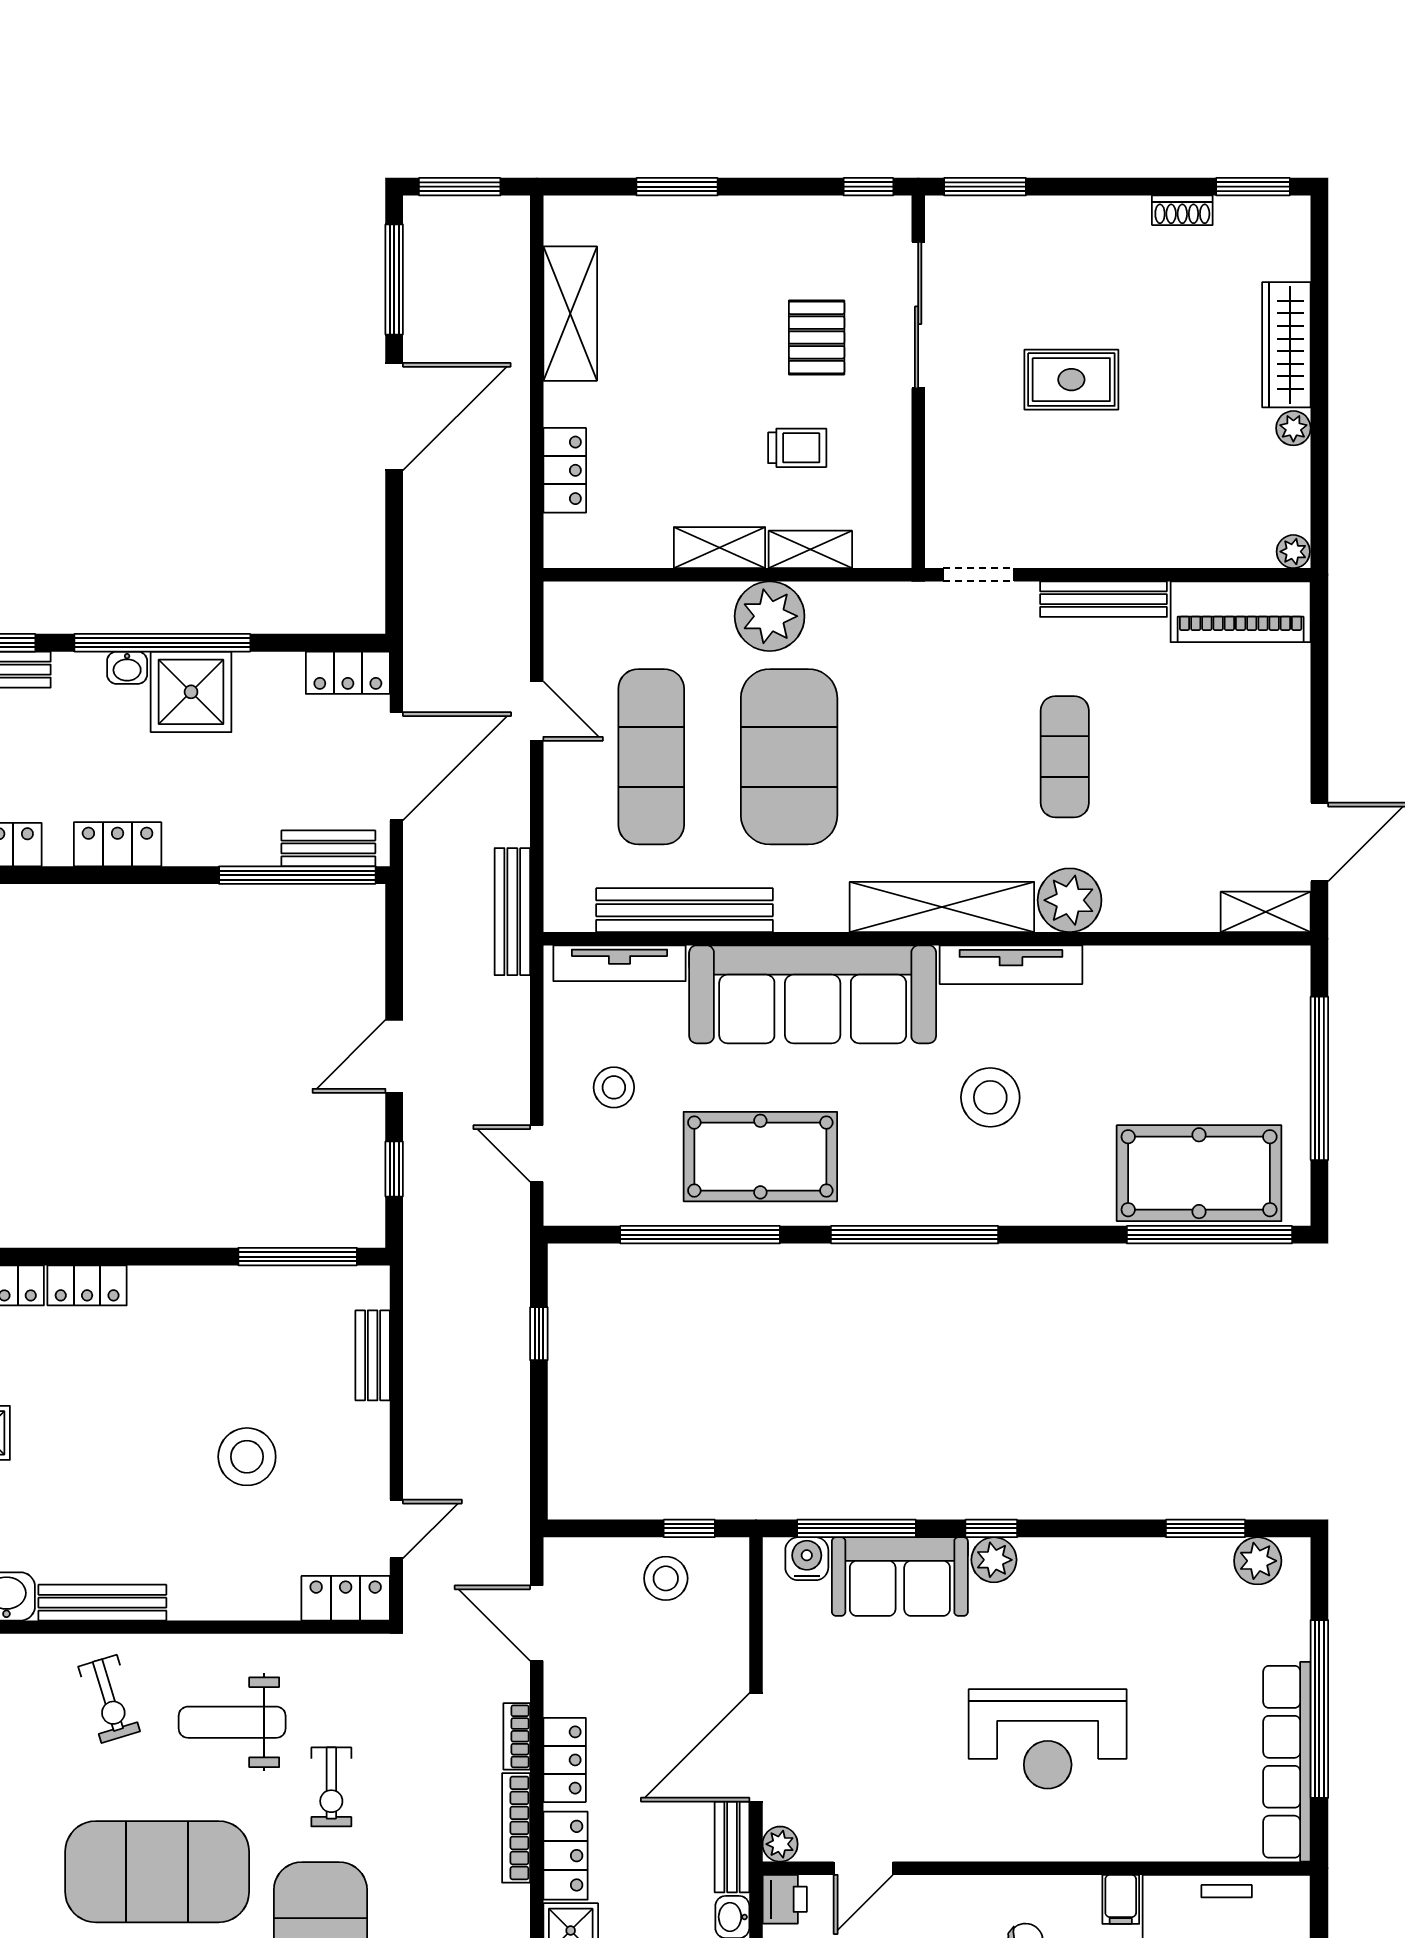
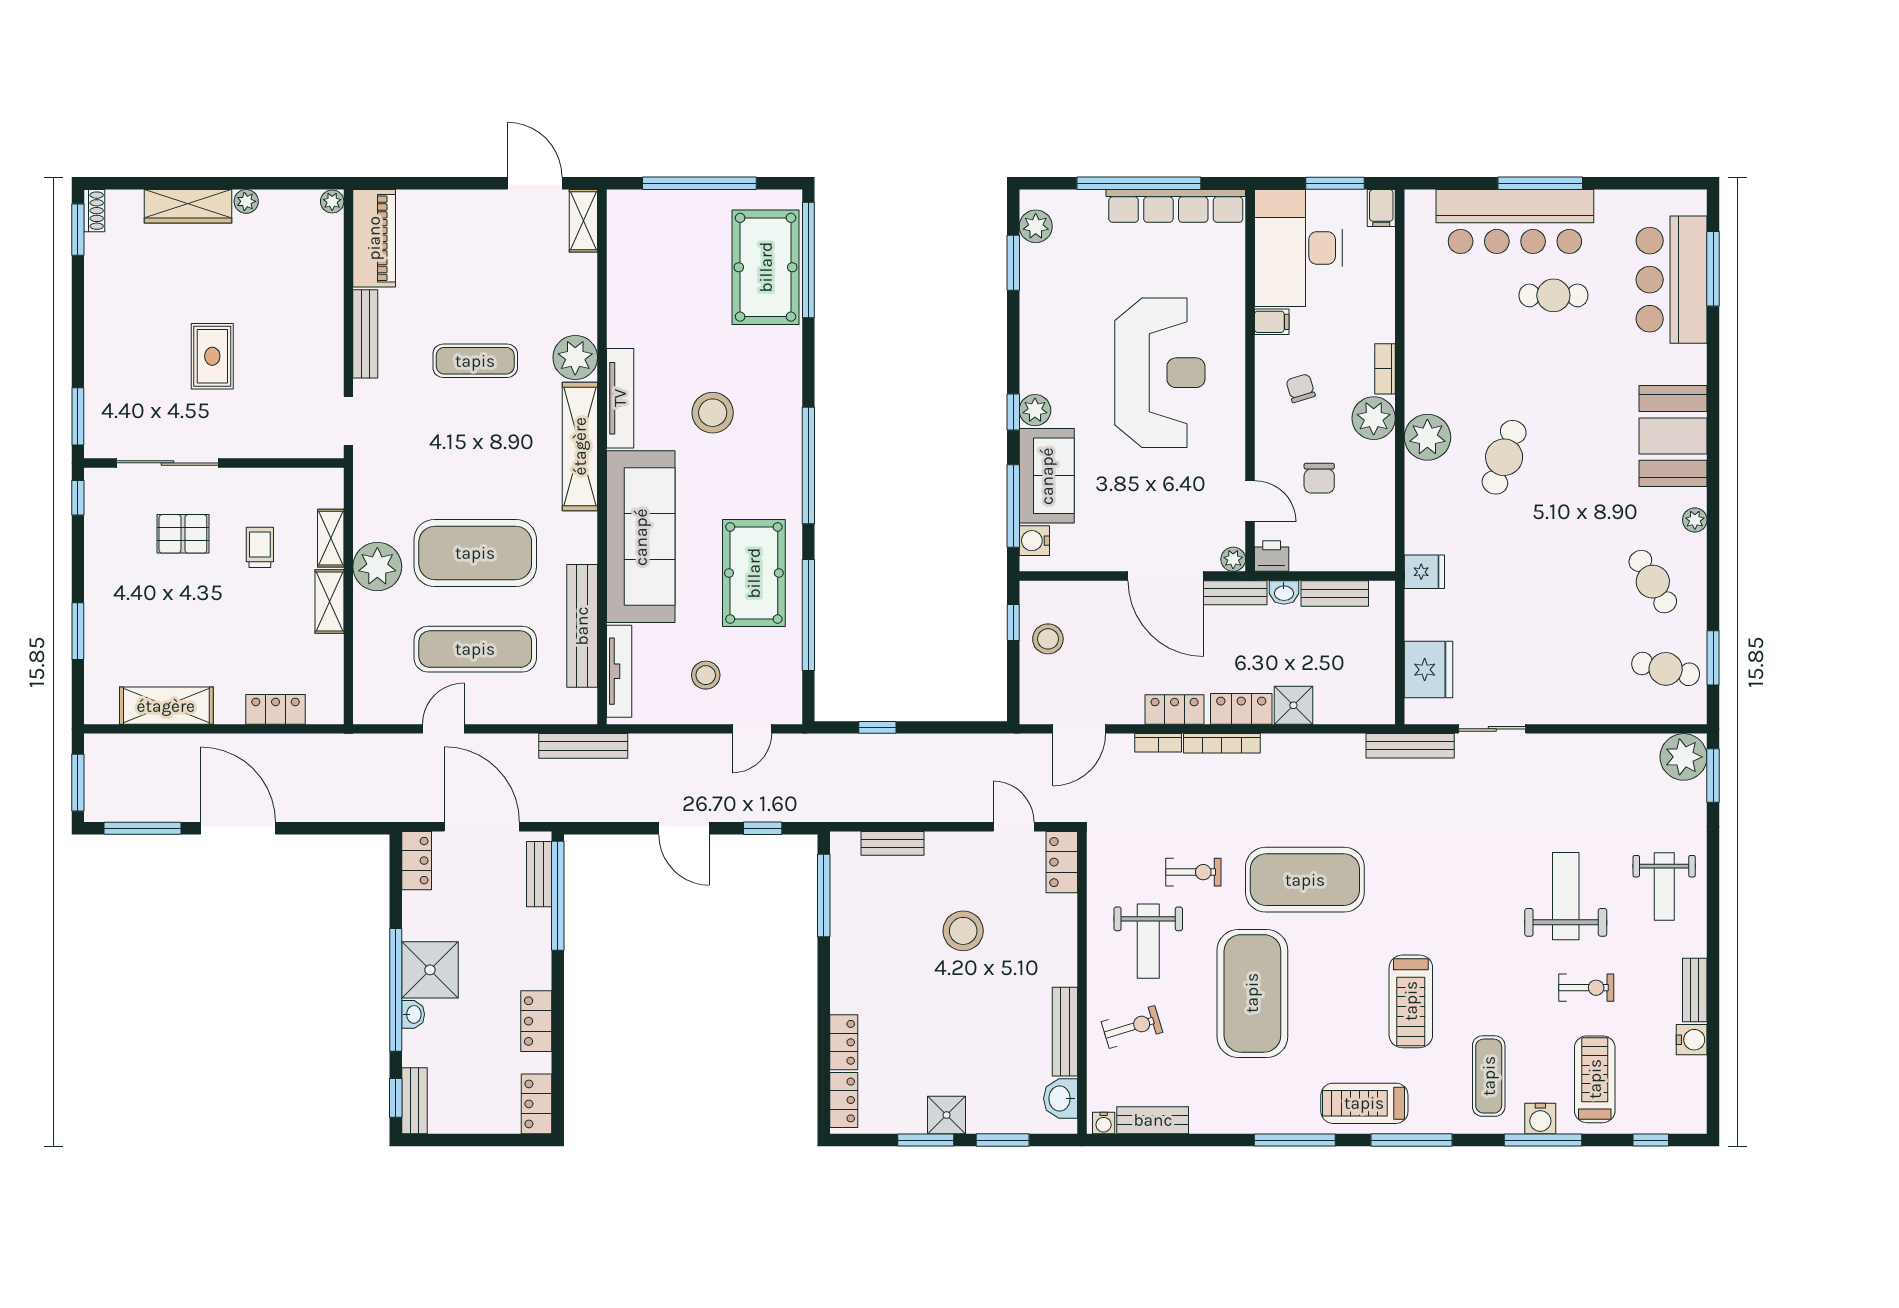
shoe rack: (1182, 210) -> (94, 211), moved
reception desk: (1048, 1739) -> (1160, 373), width x1.36, depth x1.30

